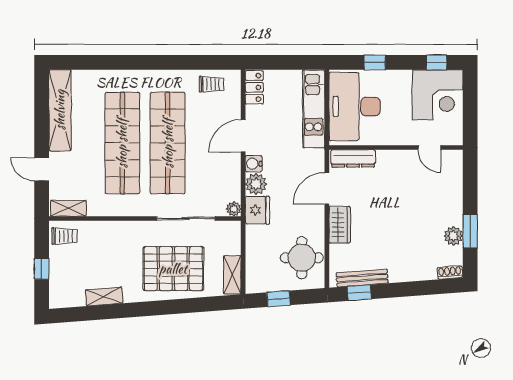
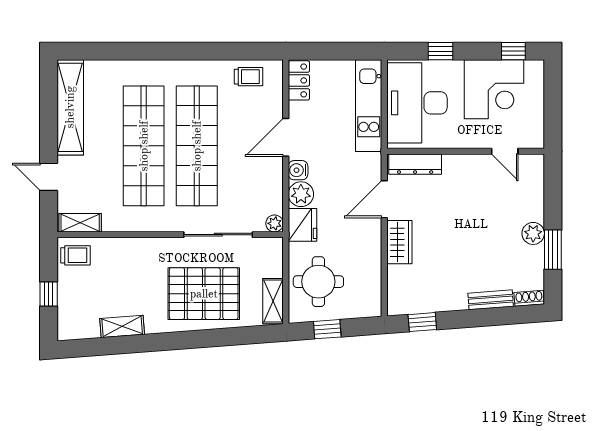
corner desk: (438, 95) -> (494, 89), moved
plant: (453, 236) -> (533, 233), moved
round table: (302, 258) -> (318, 282), moved
bench: (362, 278) -> (491, 300), moved, width x0.73

